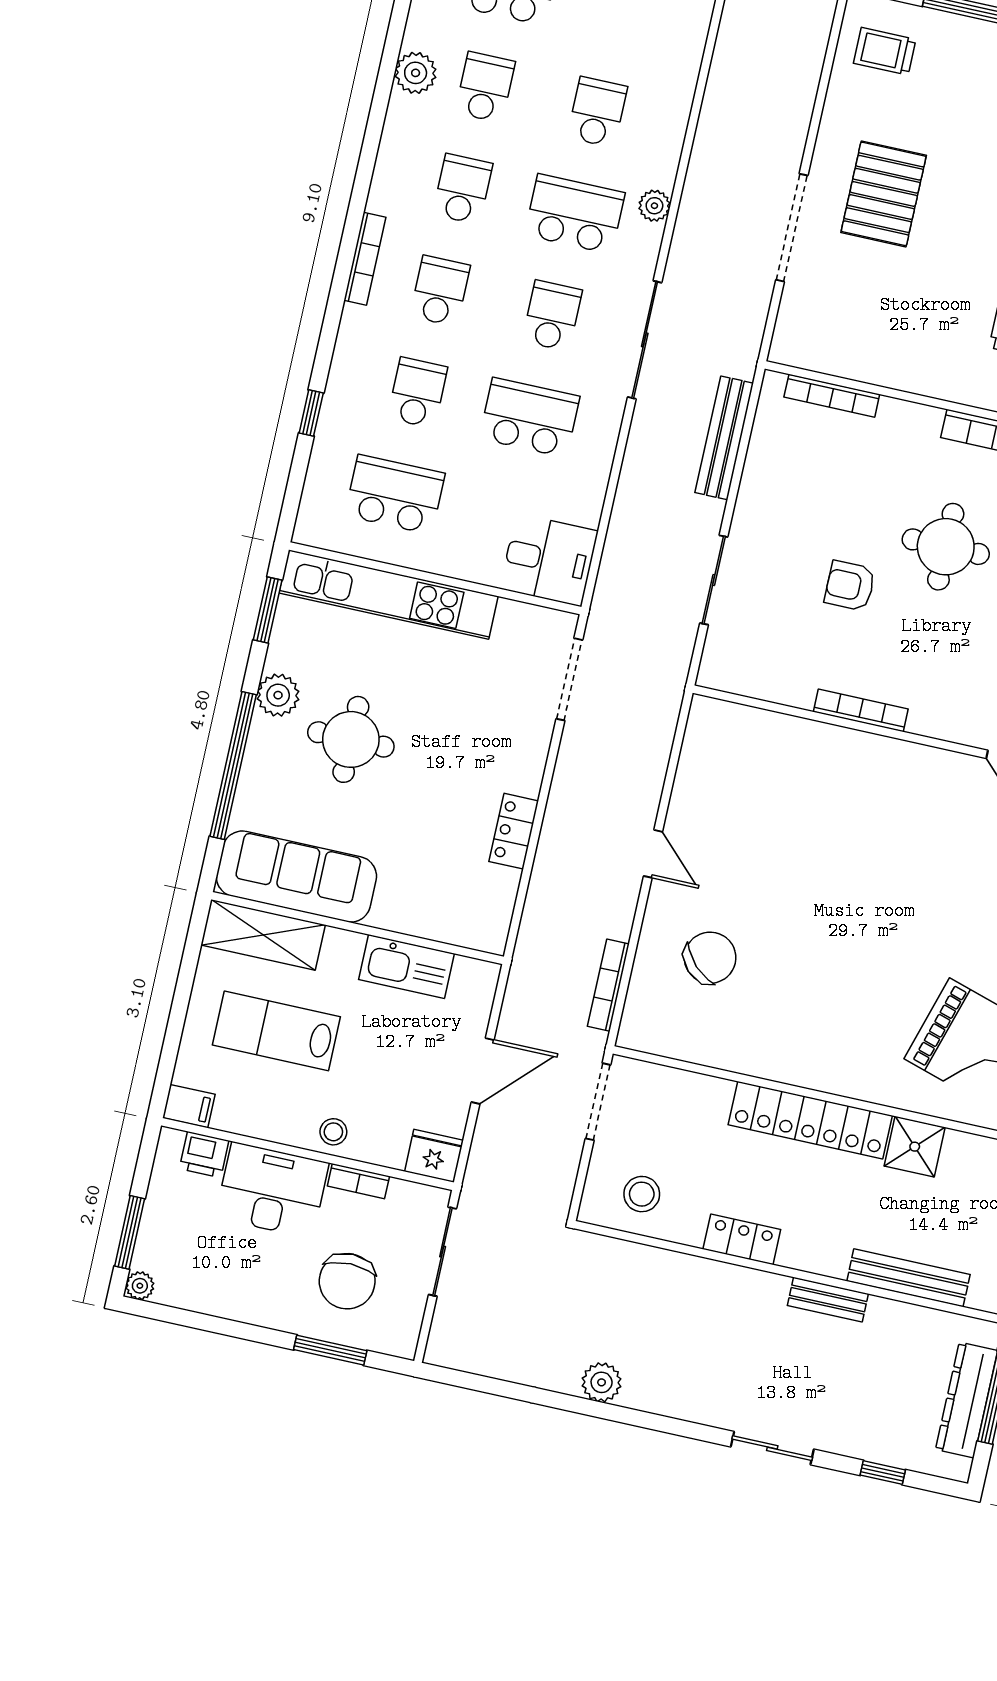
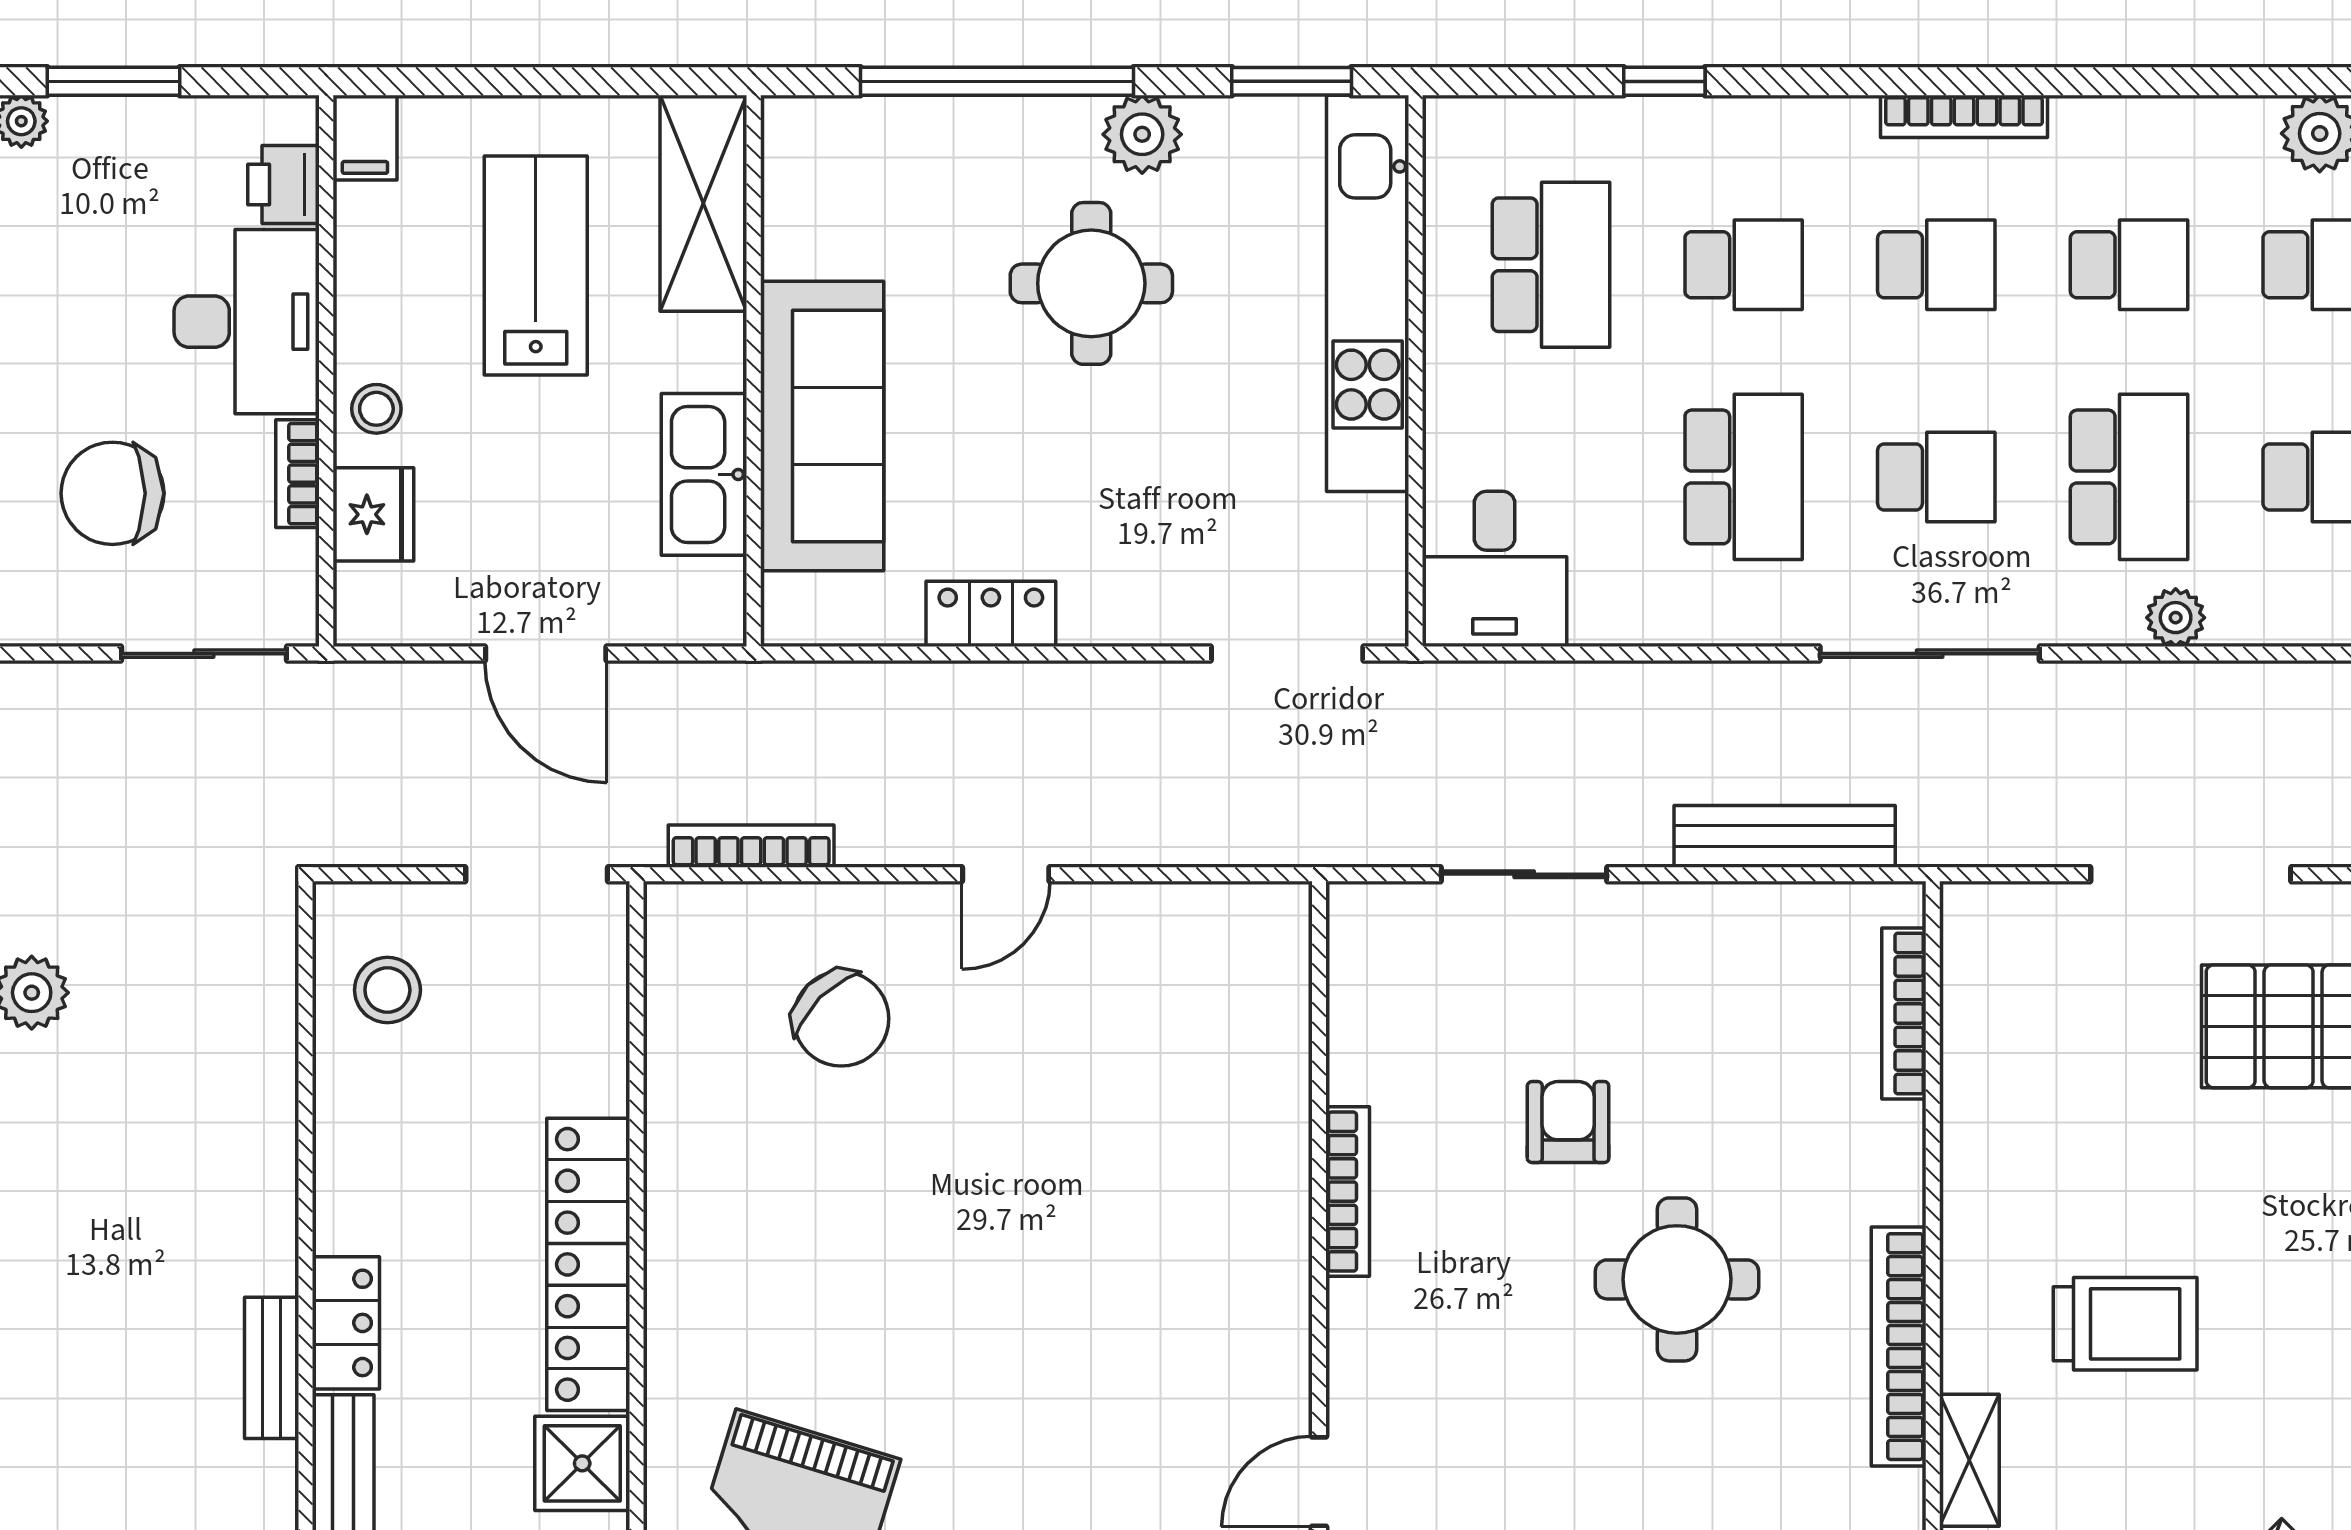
sofa: (296, 877) -> (822, 426), moved
fridge: (434, 1156) -> (373, 514), moved
locker: (742, 1239) -> (346, 1323), moved

